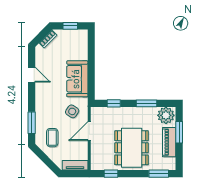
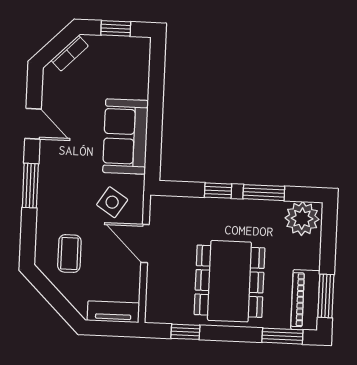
window: (114, 103) -> (218, 191), moved
window: (32, 123) -> (30, 186), moved
door: (89, 131) -> (145, 244), hinge flipped
window: (179, 132) -> (326, 296), moved
piano: (169, 142) -> (305, 300), moved

